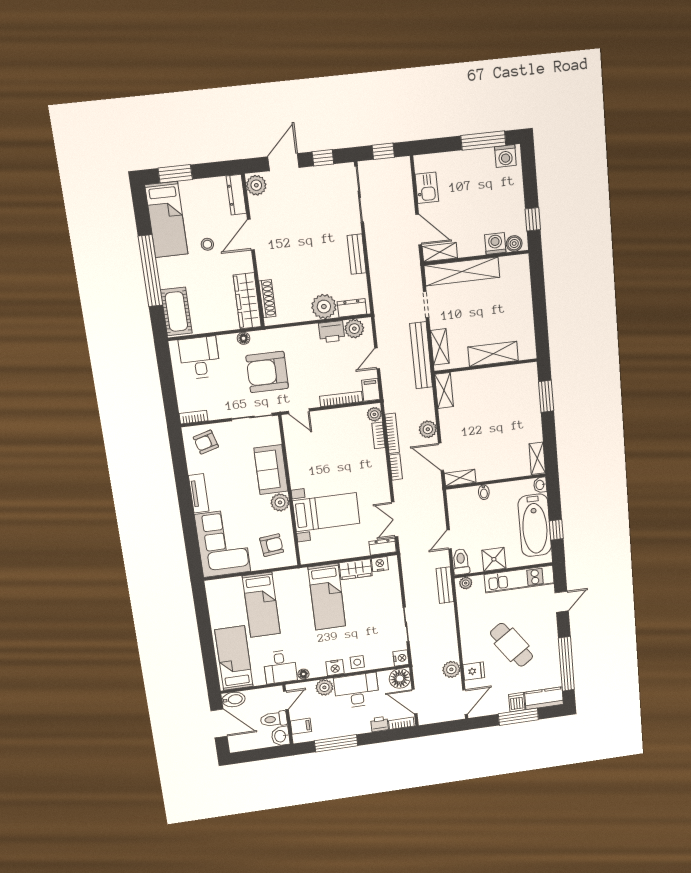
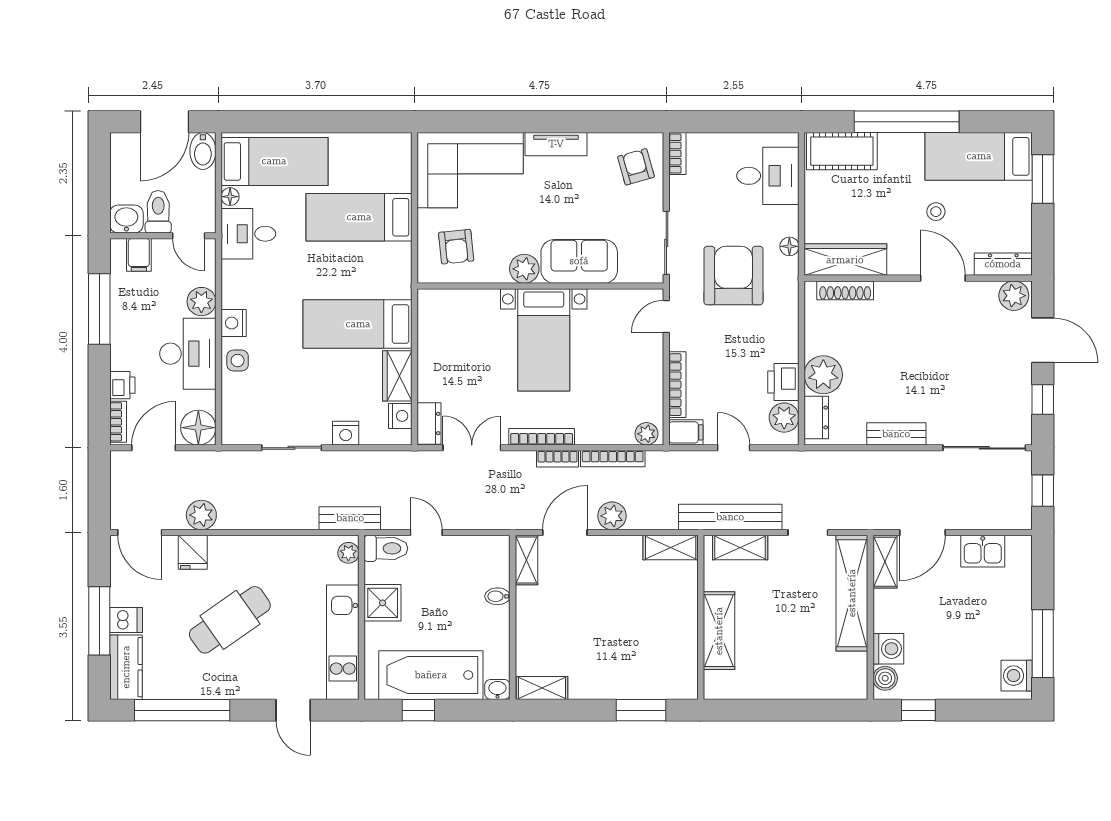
bookcase: (379, 435) -> (542, 437), moved, width x1.56
bed with nightstands: (326, 512) -> (544, 340), moved
nightstand: (401, 658) -> (346, 433), moved
floor lamp: (303, 674) -> (230, 197), moved

